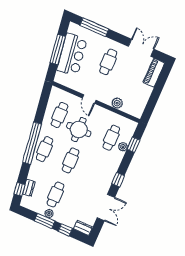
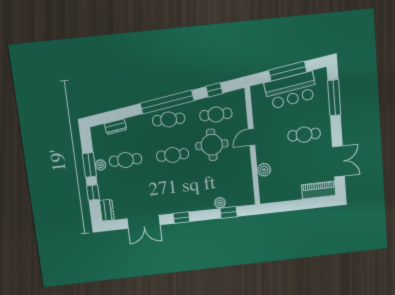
cafe table: (111, 138) -> (223, 185), removed
window: (19, 189) -> (214, 90), moved

